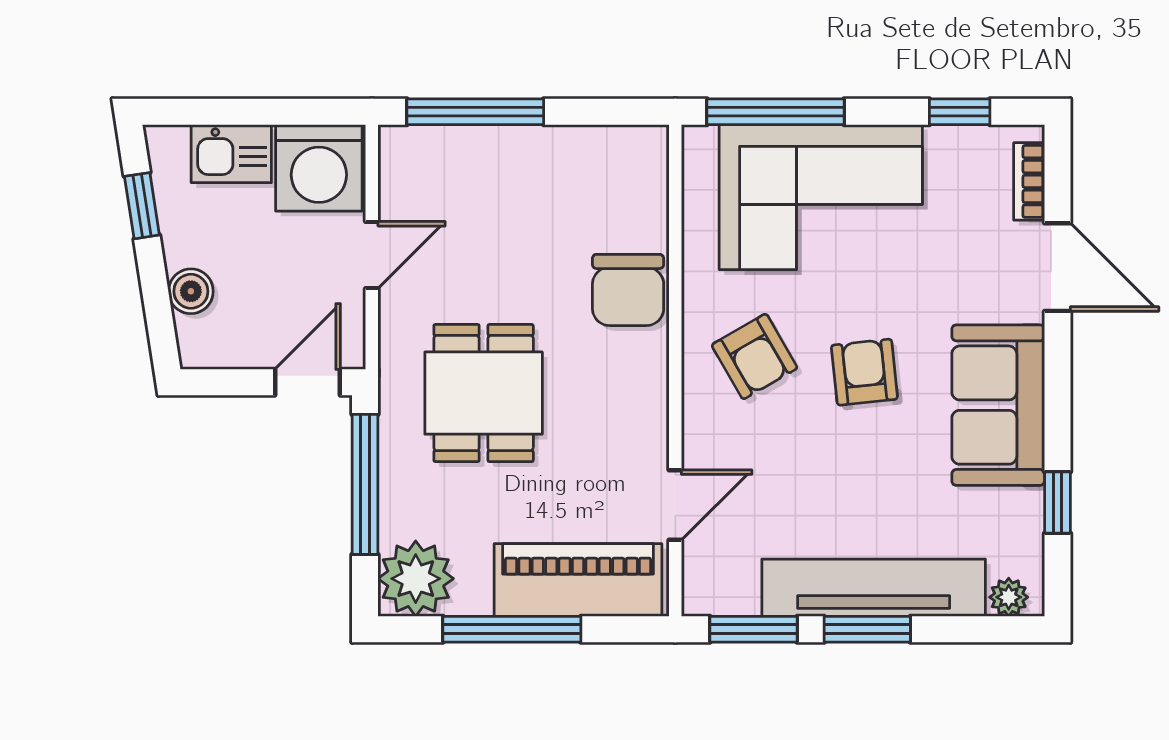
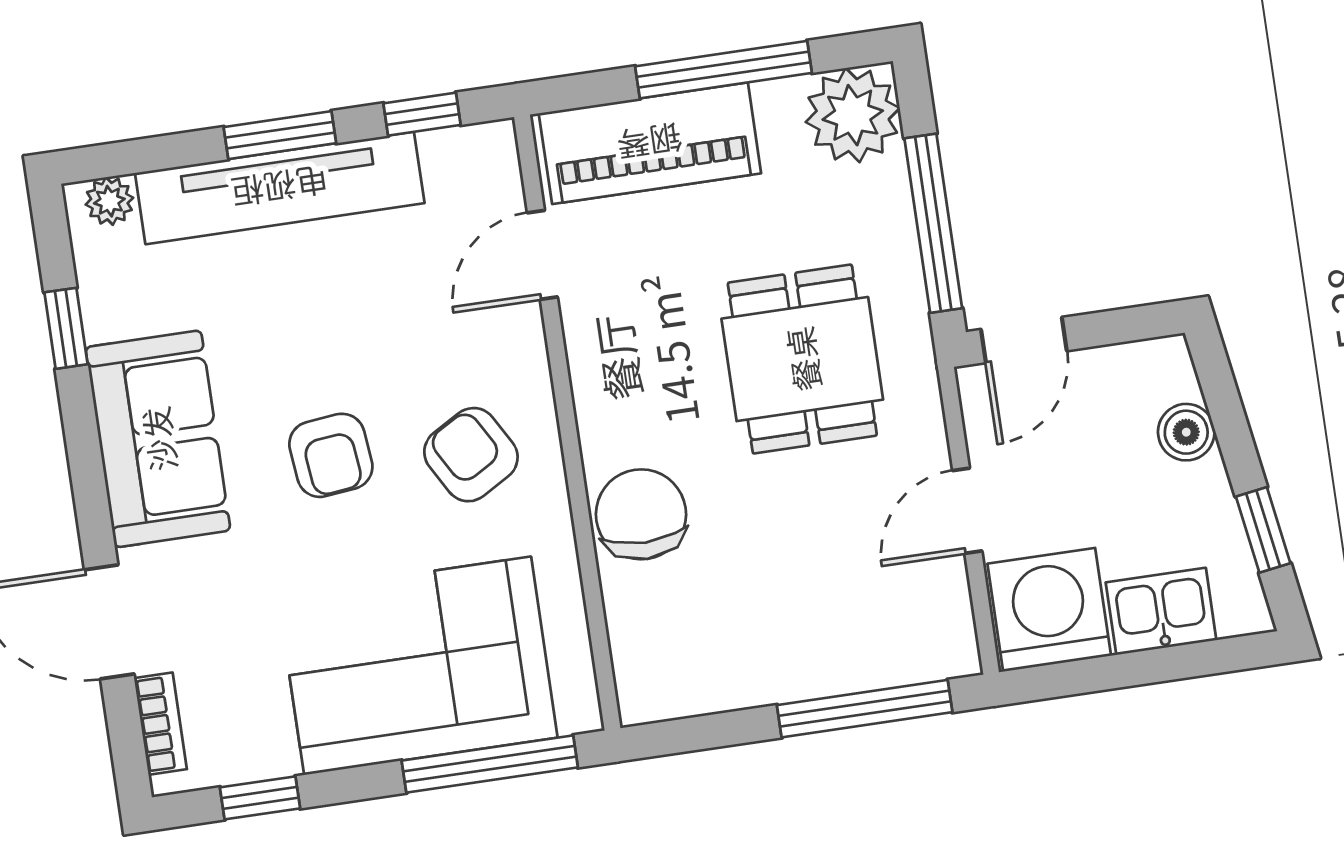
window: (753, 629) -> (422, 114), width x0.67

